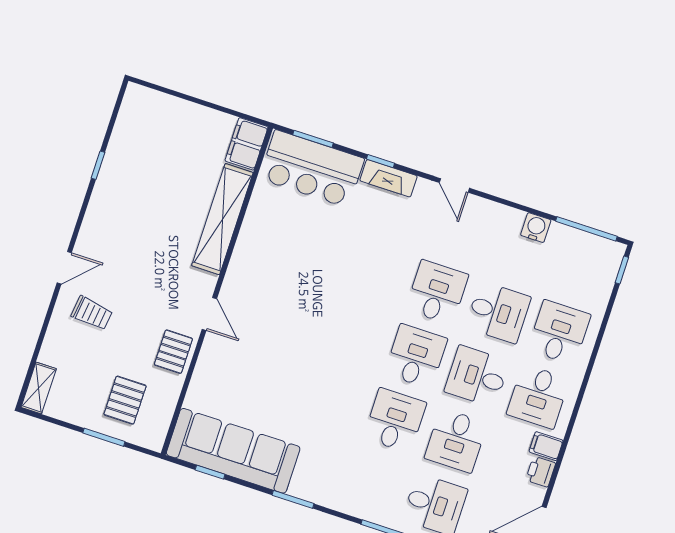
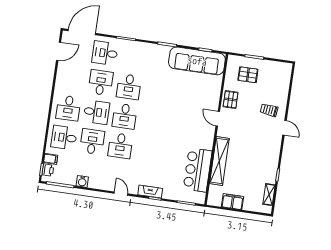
filing cabinet: (246, 144) -> (233, 202), moved, turned -90
bar counter: (312, 169) -> (198, 170), moved, turned -90
door: (64, 268) -> (285, 128), swing flipped
desk: (498, 312) -> (92, 142), turned 90
desk: (559, 332) -> (64, 138), turned 90
shelving: (39, 388) -> (269, 195), moved
desk: (538, 396) -> (68, 108), turned 180
pallet: (125, 400) -> (248, 75), turned 90
filing cabinet: (546, 446) -> (51, 159), moved
printer: (541, 472) -> (48, 170), moved

